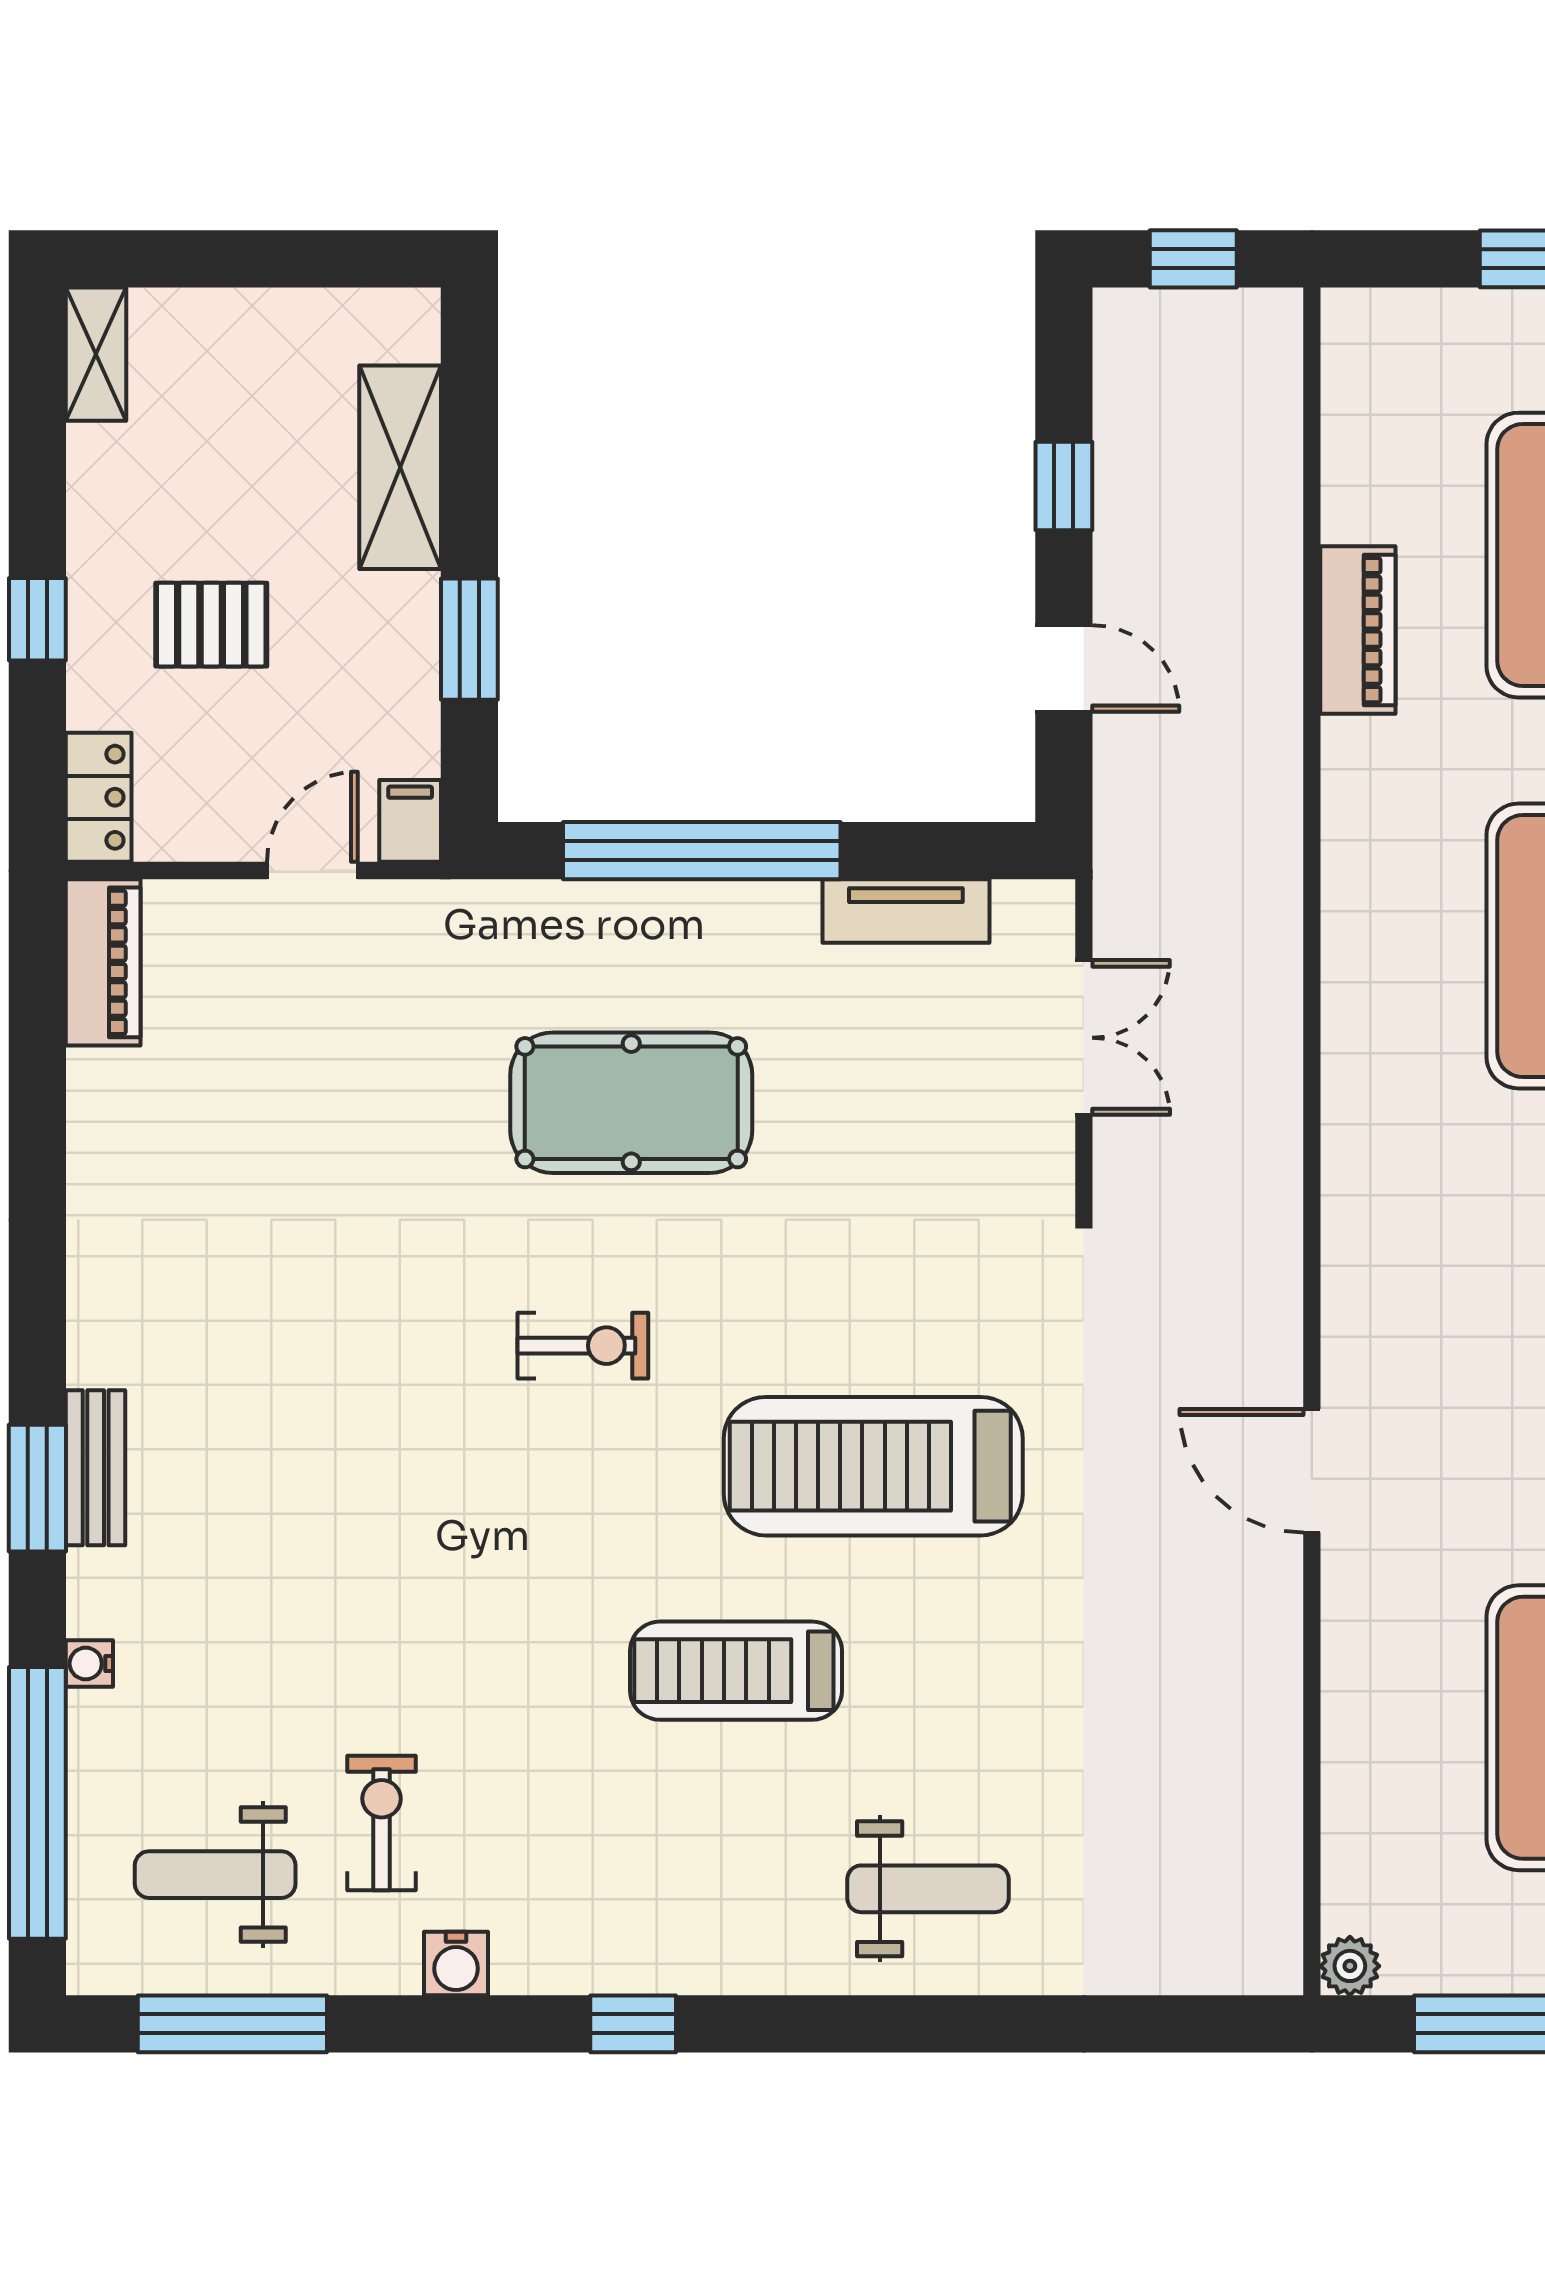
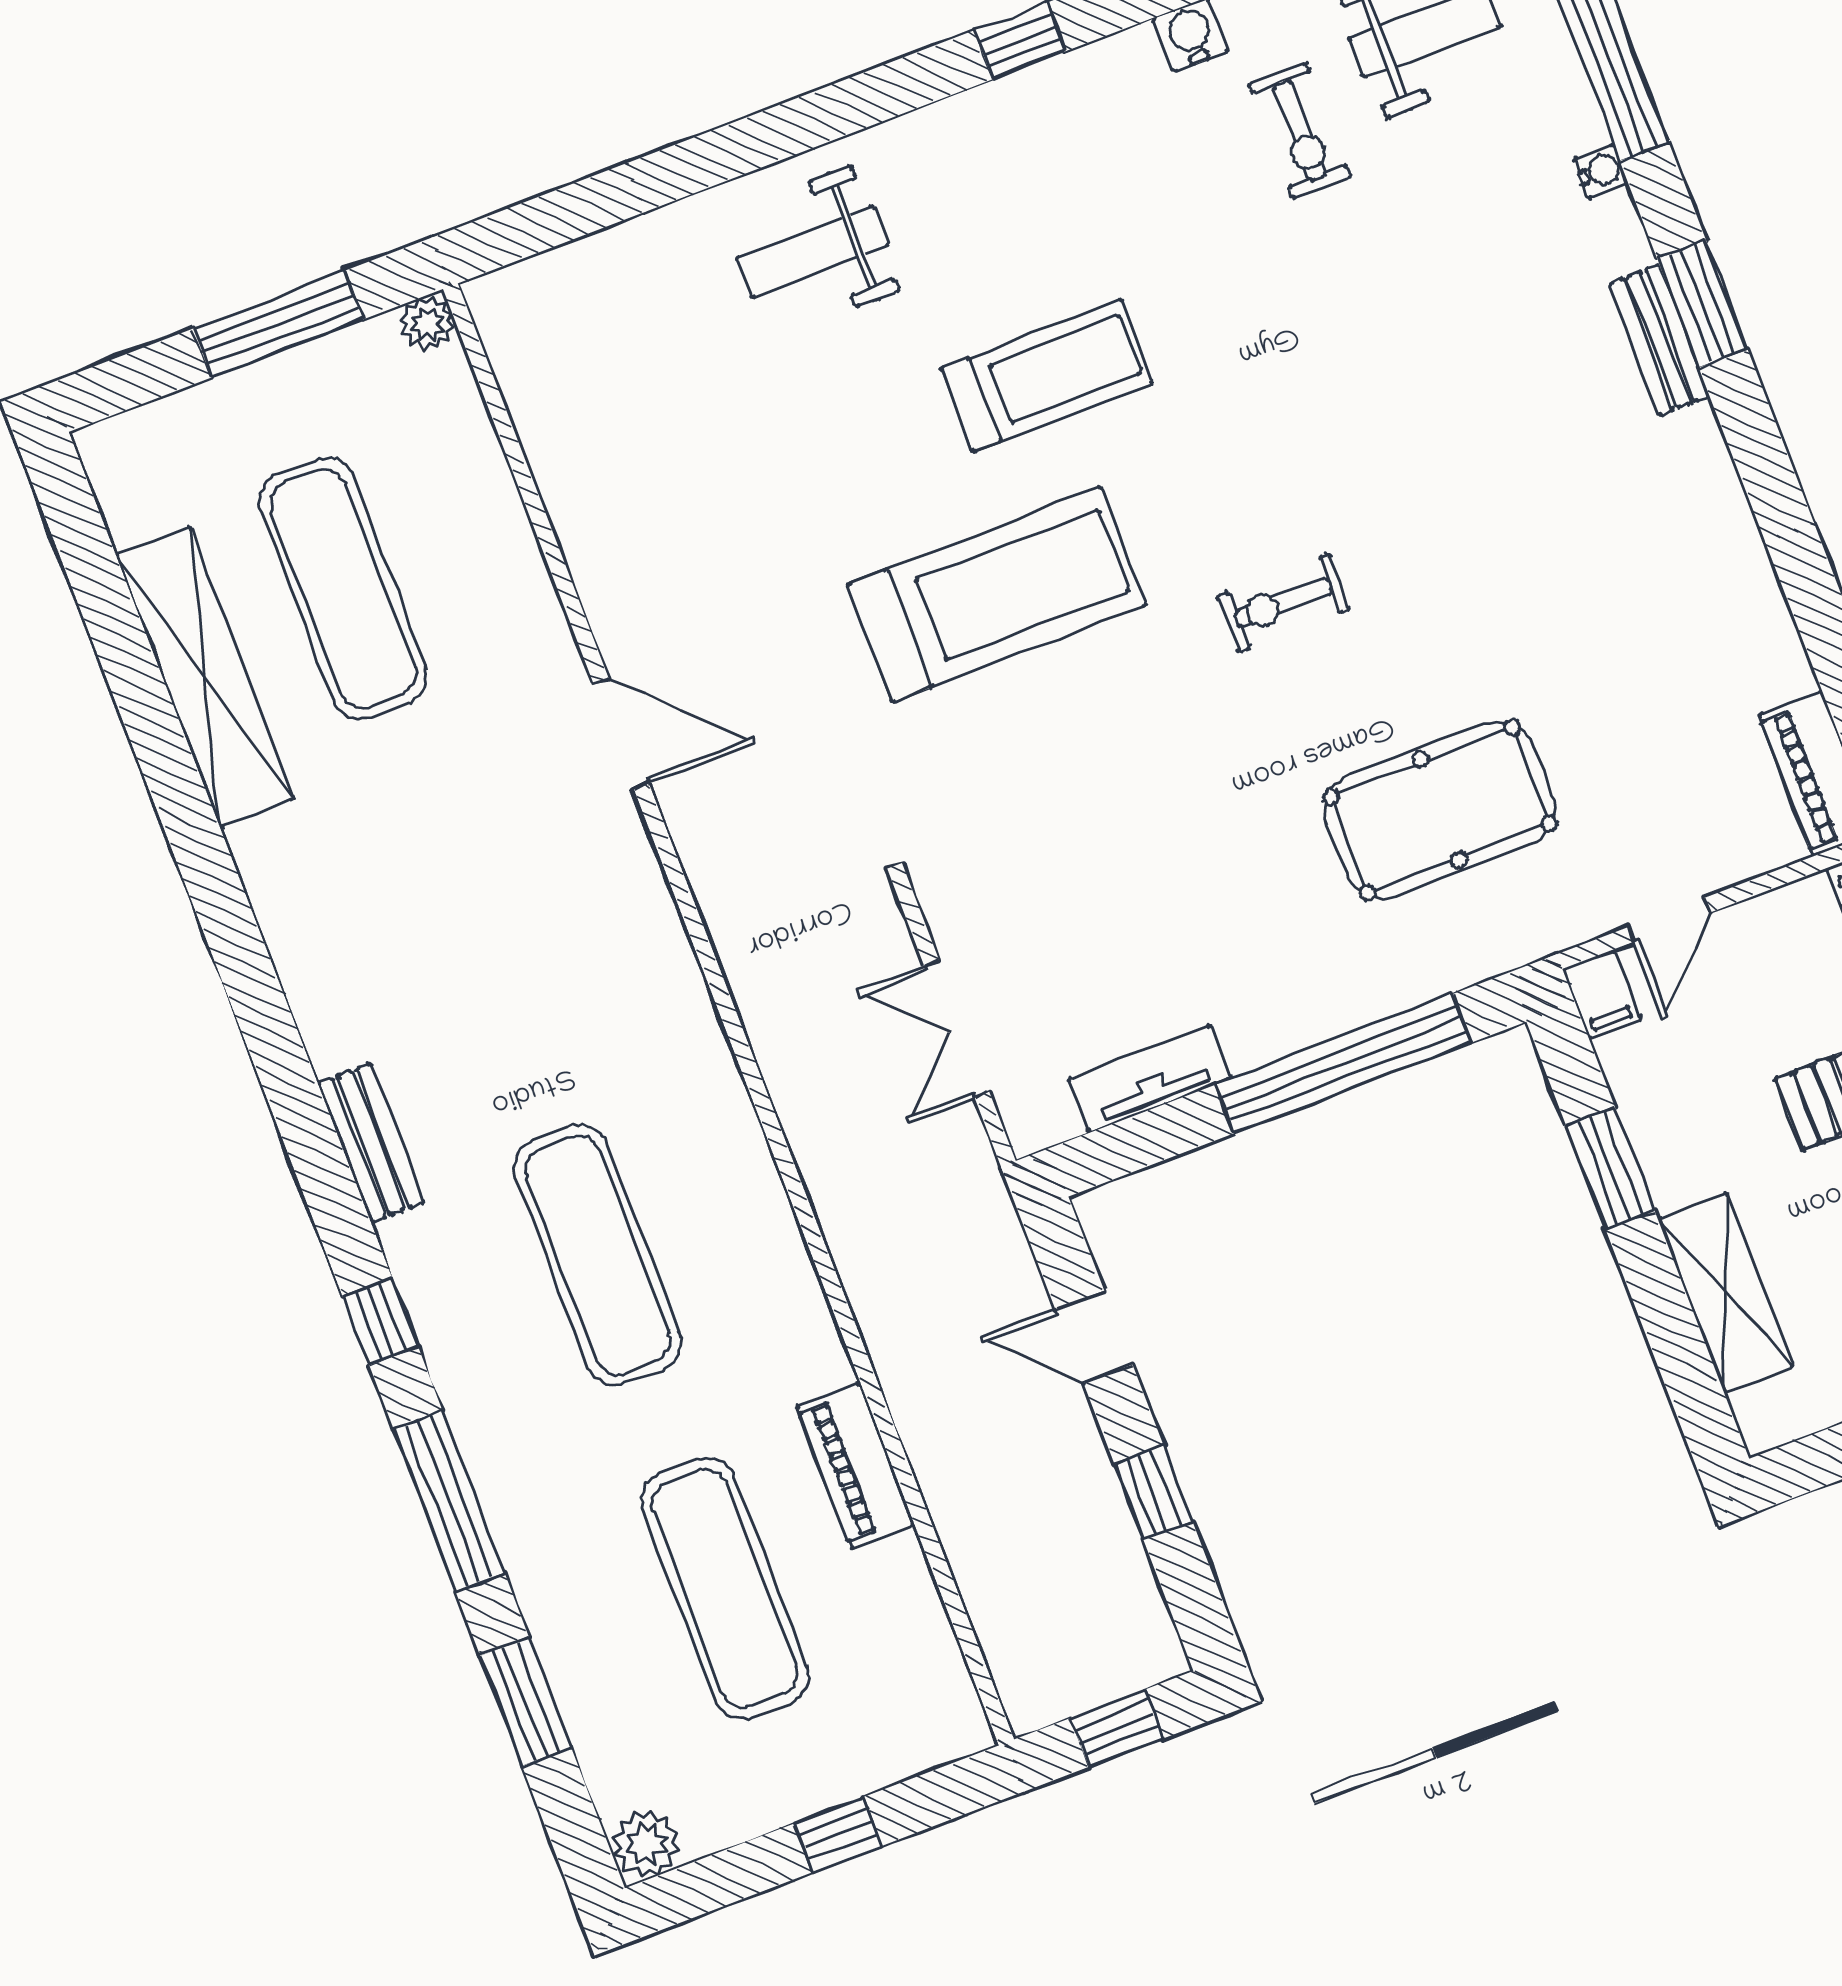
pool table: (631, 1103) -> (1440, 810), moved

